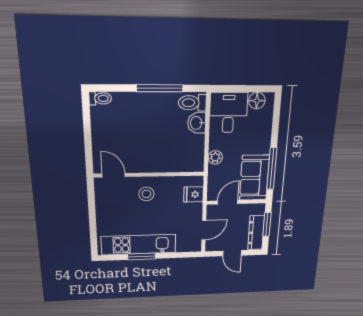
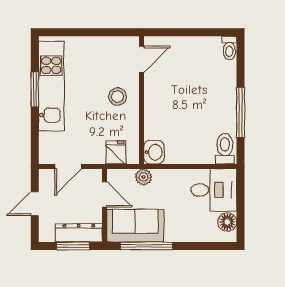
washbasin: (197, 123) -> (154, 152), moved, turned 90
plant: (215, 157) -> (144, 177), moved
door: (204, 230) -> (68, 166), hinge flipped
dresser: (256, 233) -> (79, 233), moved

